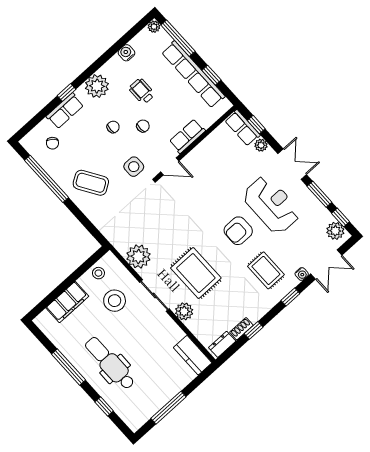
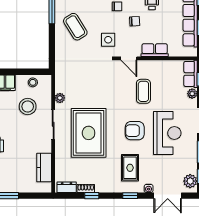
coffee table: (212, 185) -> (143, 91), added
plant: (138, 256) -> (60, 98), width x0.53, depth x0.53
rug: (196, 273) -> (89, 133), width x1.37, depth x1.44
plant: (184, 311) -> (62, 149), removed
kitchen counter: (193, 355) -> (44, 167), moved

